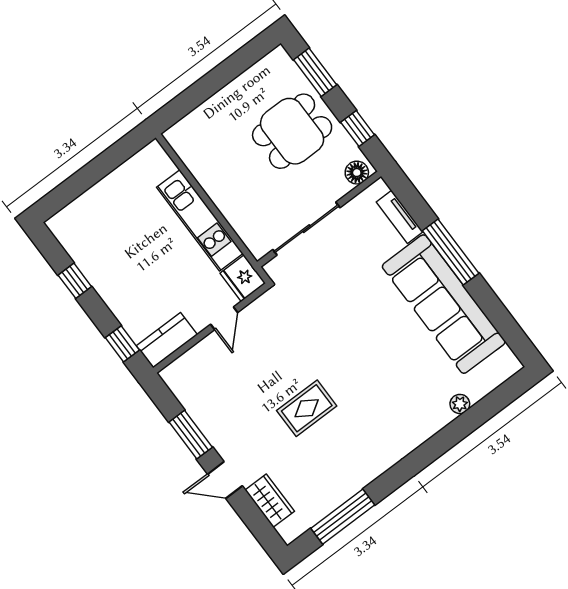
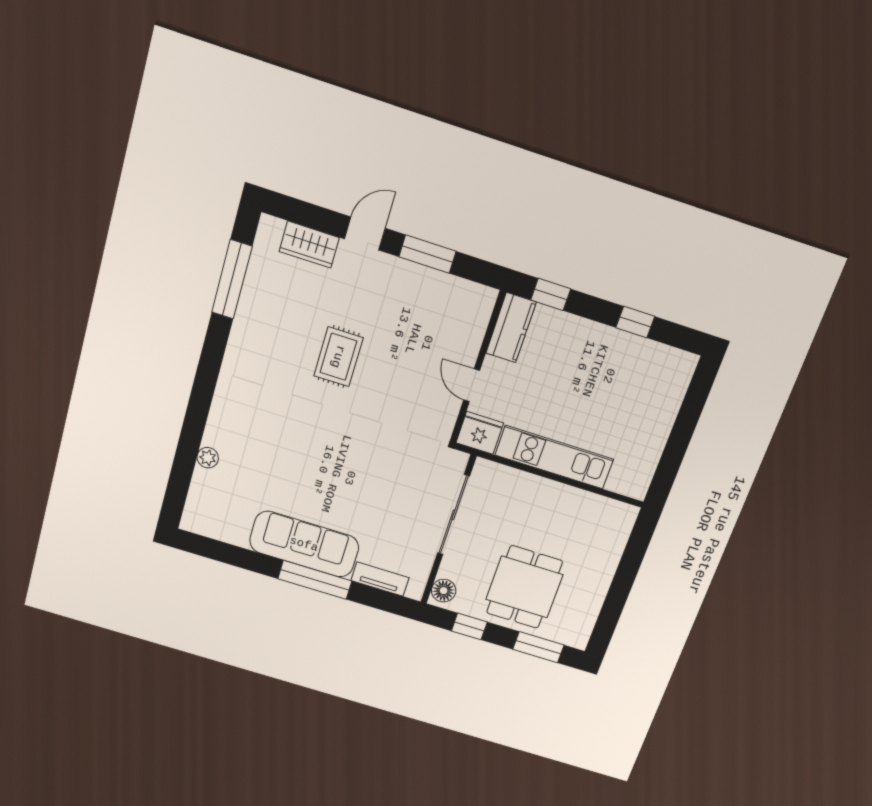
sofa: (444, 304) -> (304, 544), width x0.74, depth x0.79

